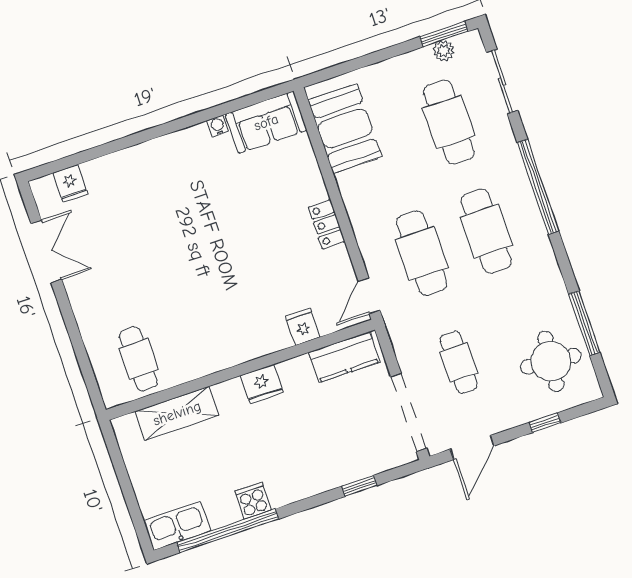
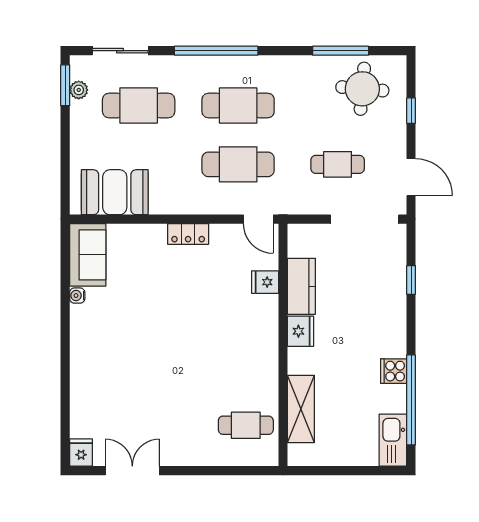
fridge: (70, 183) -> (81, 453), moved, turned -90
kitchen counter: (344, 357) -> (301, 286), moved

